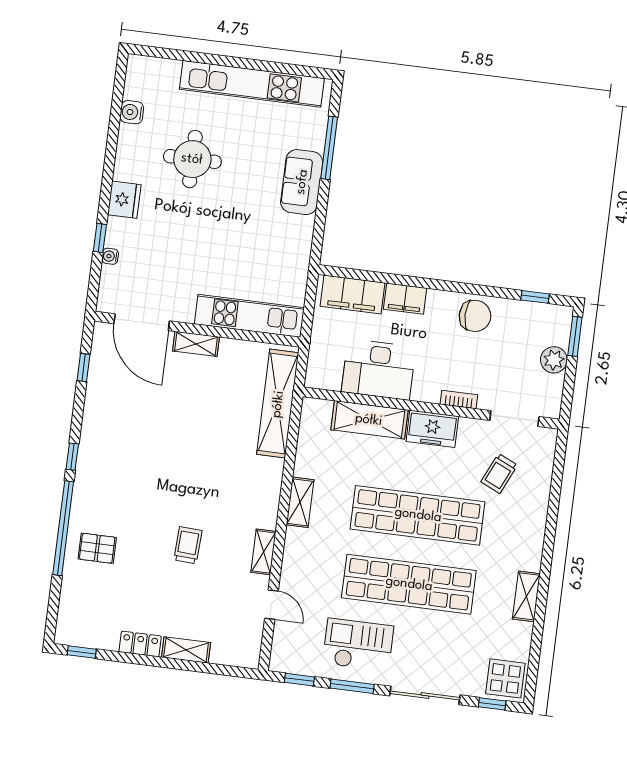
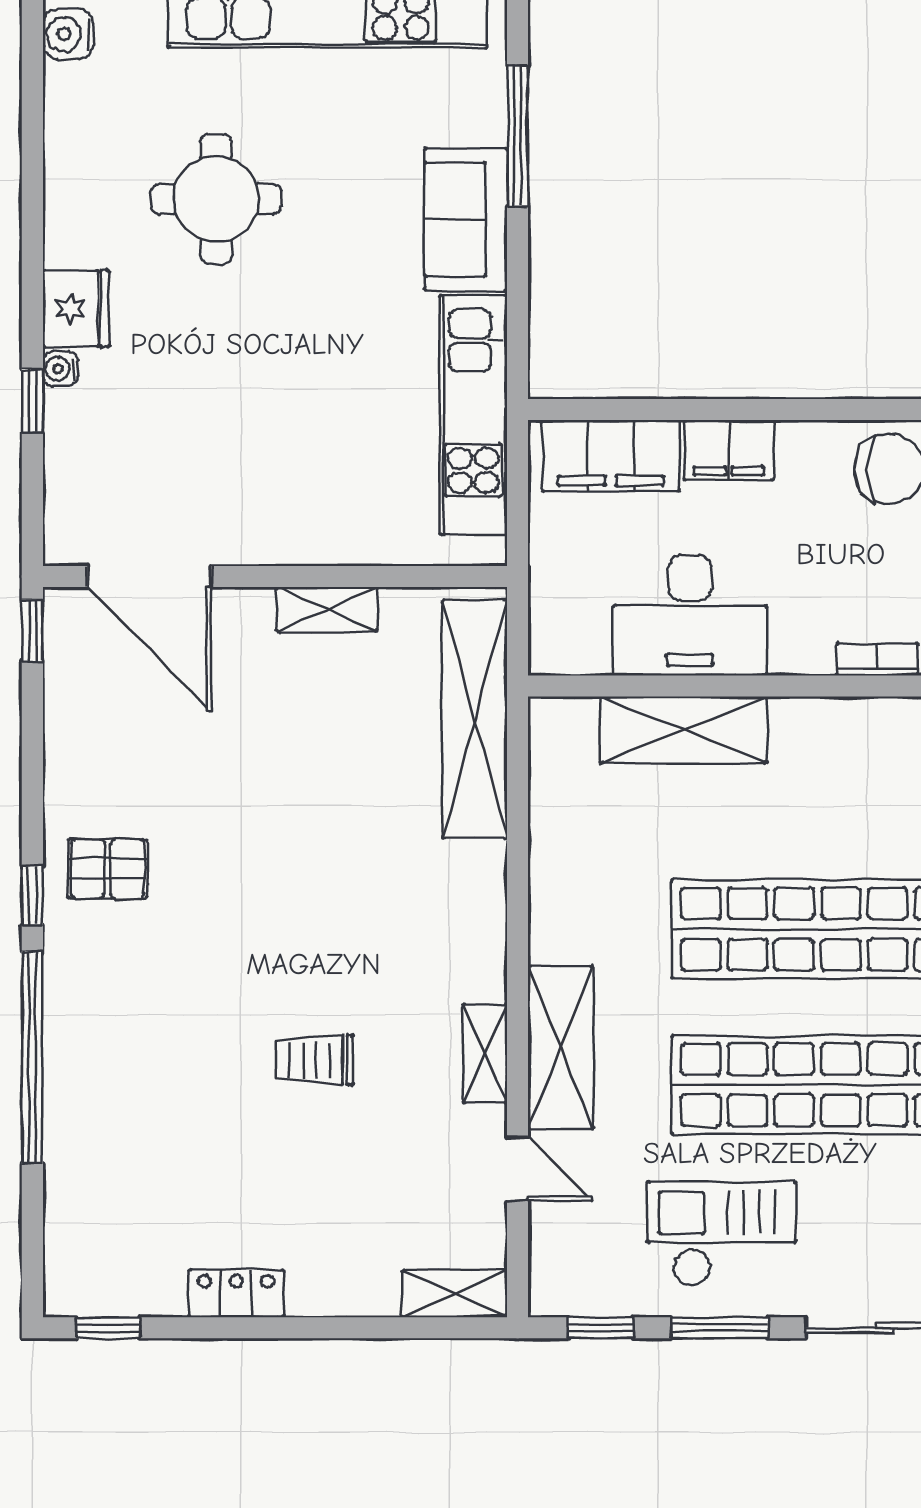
water cooler: (132, 112) -> (68, 34), moved
water cooler: (110, 256) -> (60, 369), moved
kitchen unit: (249, 316) -> (473, 415), moved, turned -90
shelving: (196, 344) -> (327, 609), moved
window: (84, 368) -> (32, 631), moved
freezer: (432, 429) -> (826, 732), removed
shelving: (300, 502) -> (561, 1048), moved, width x1.50, depth x1.33
trolley: (188, 545) -> (315, 1060), turned -93
pallet: (97, 548) -> (108, 869), moved
shelving: (186, 650) -> (455, 1294), moved

